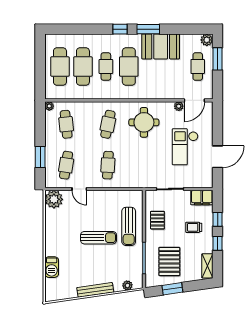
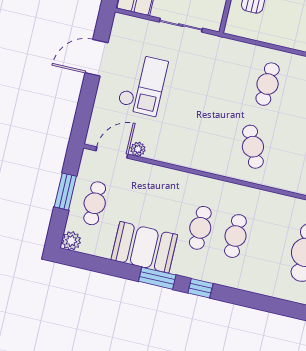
window: (218, 59) -> (65, 192), moved
cafe table: (83, 67) -> (271, 244), removed
cafe table: (129, 67) -> (200, 228), width x0.73, depth x0.74
round table: (144, 122) -> (197, 137), removed
cafe table: (108, 124) -> (253, 147), turned -36

